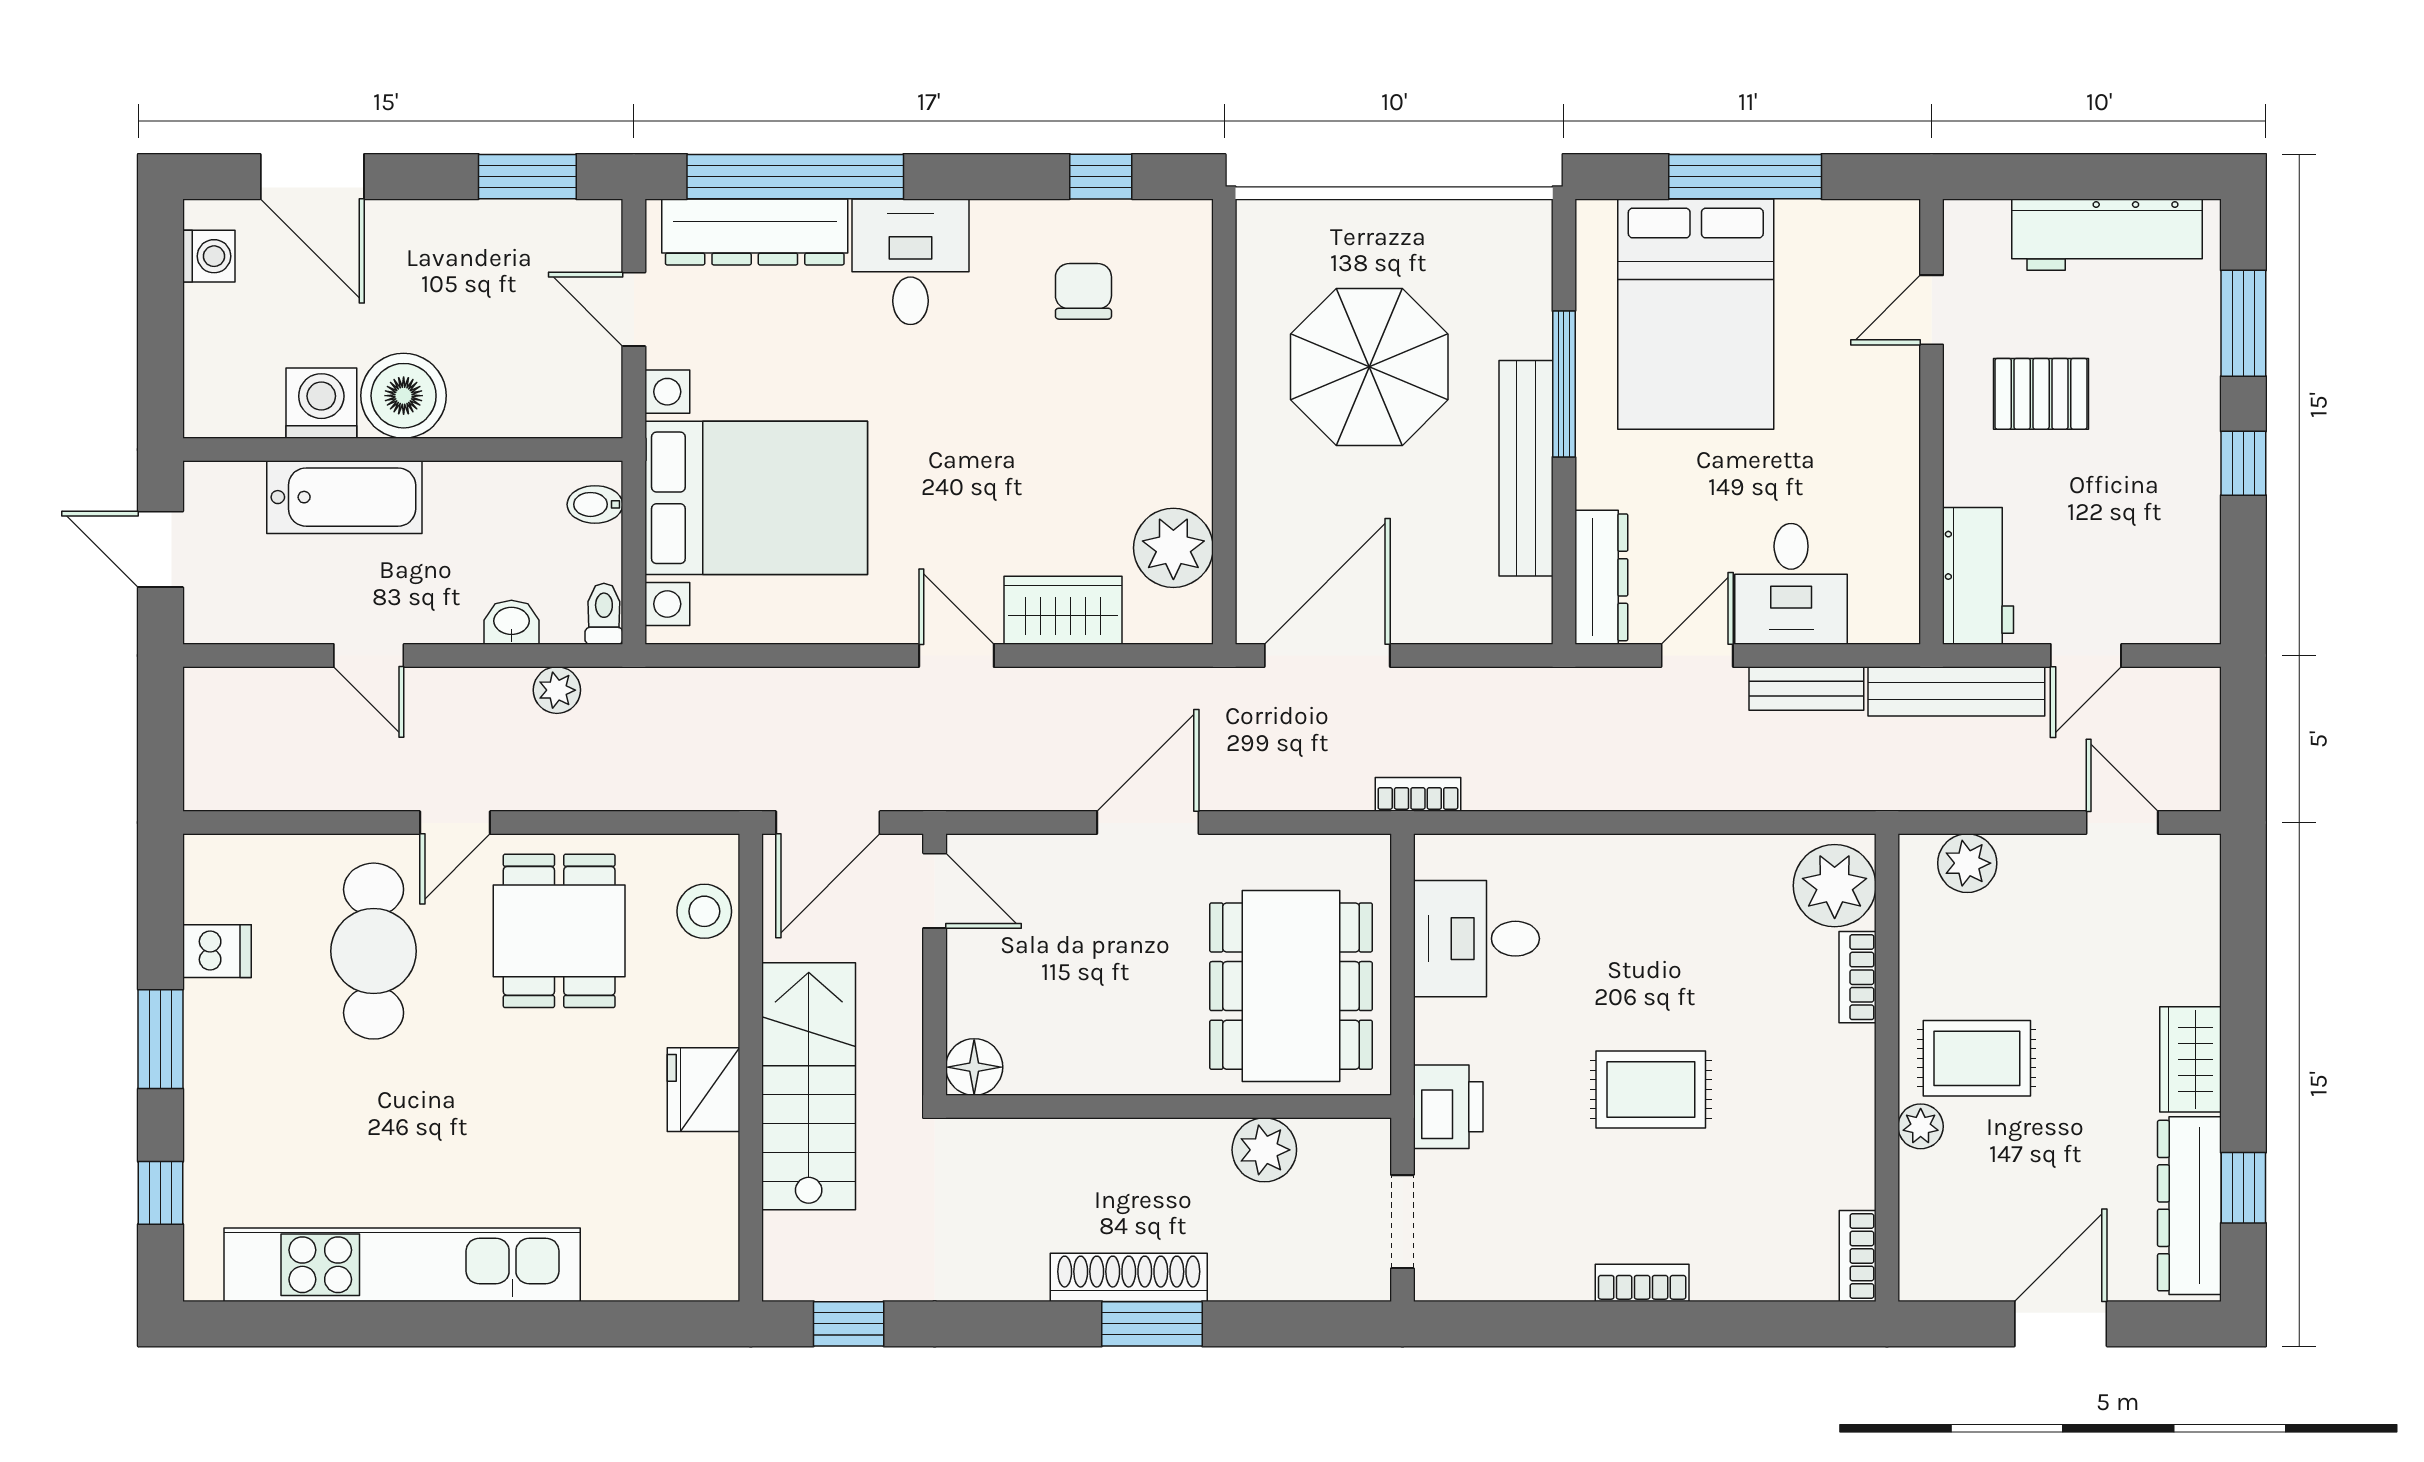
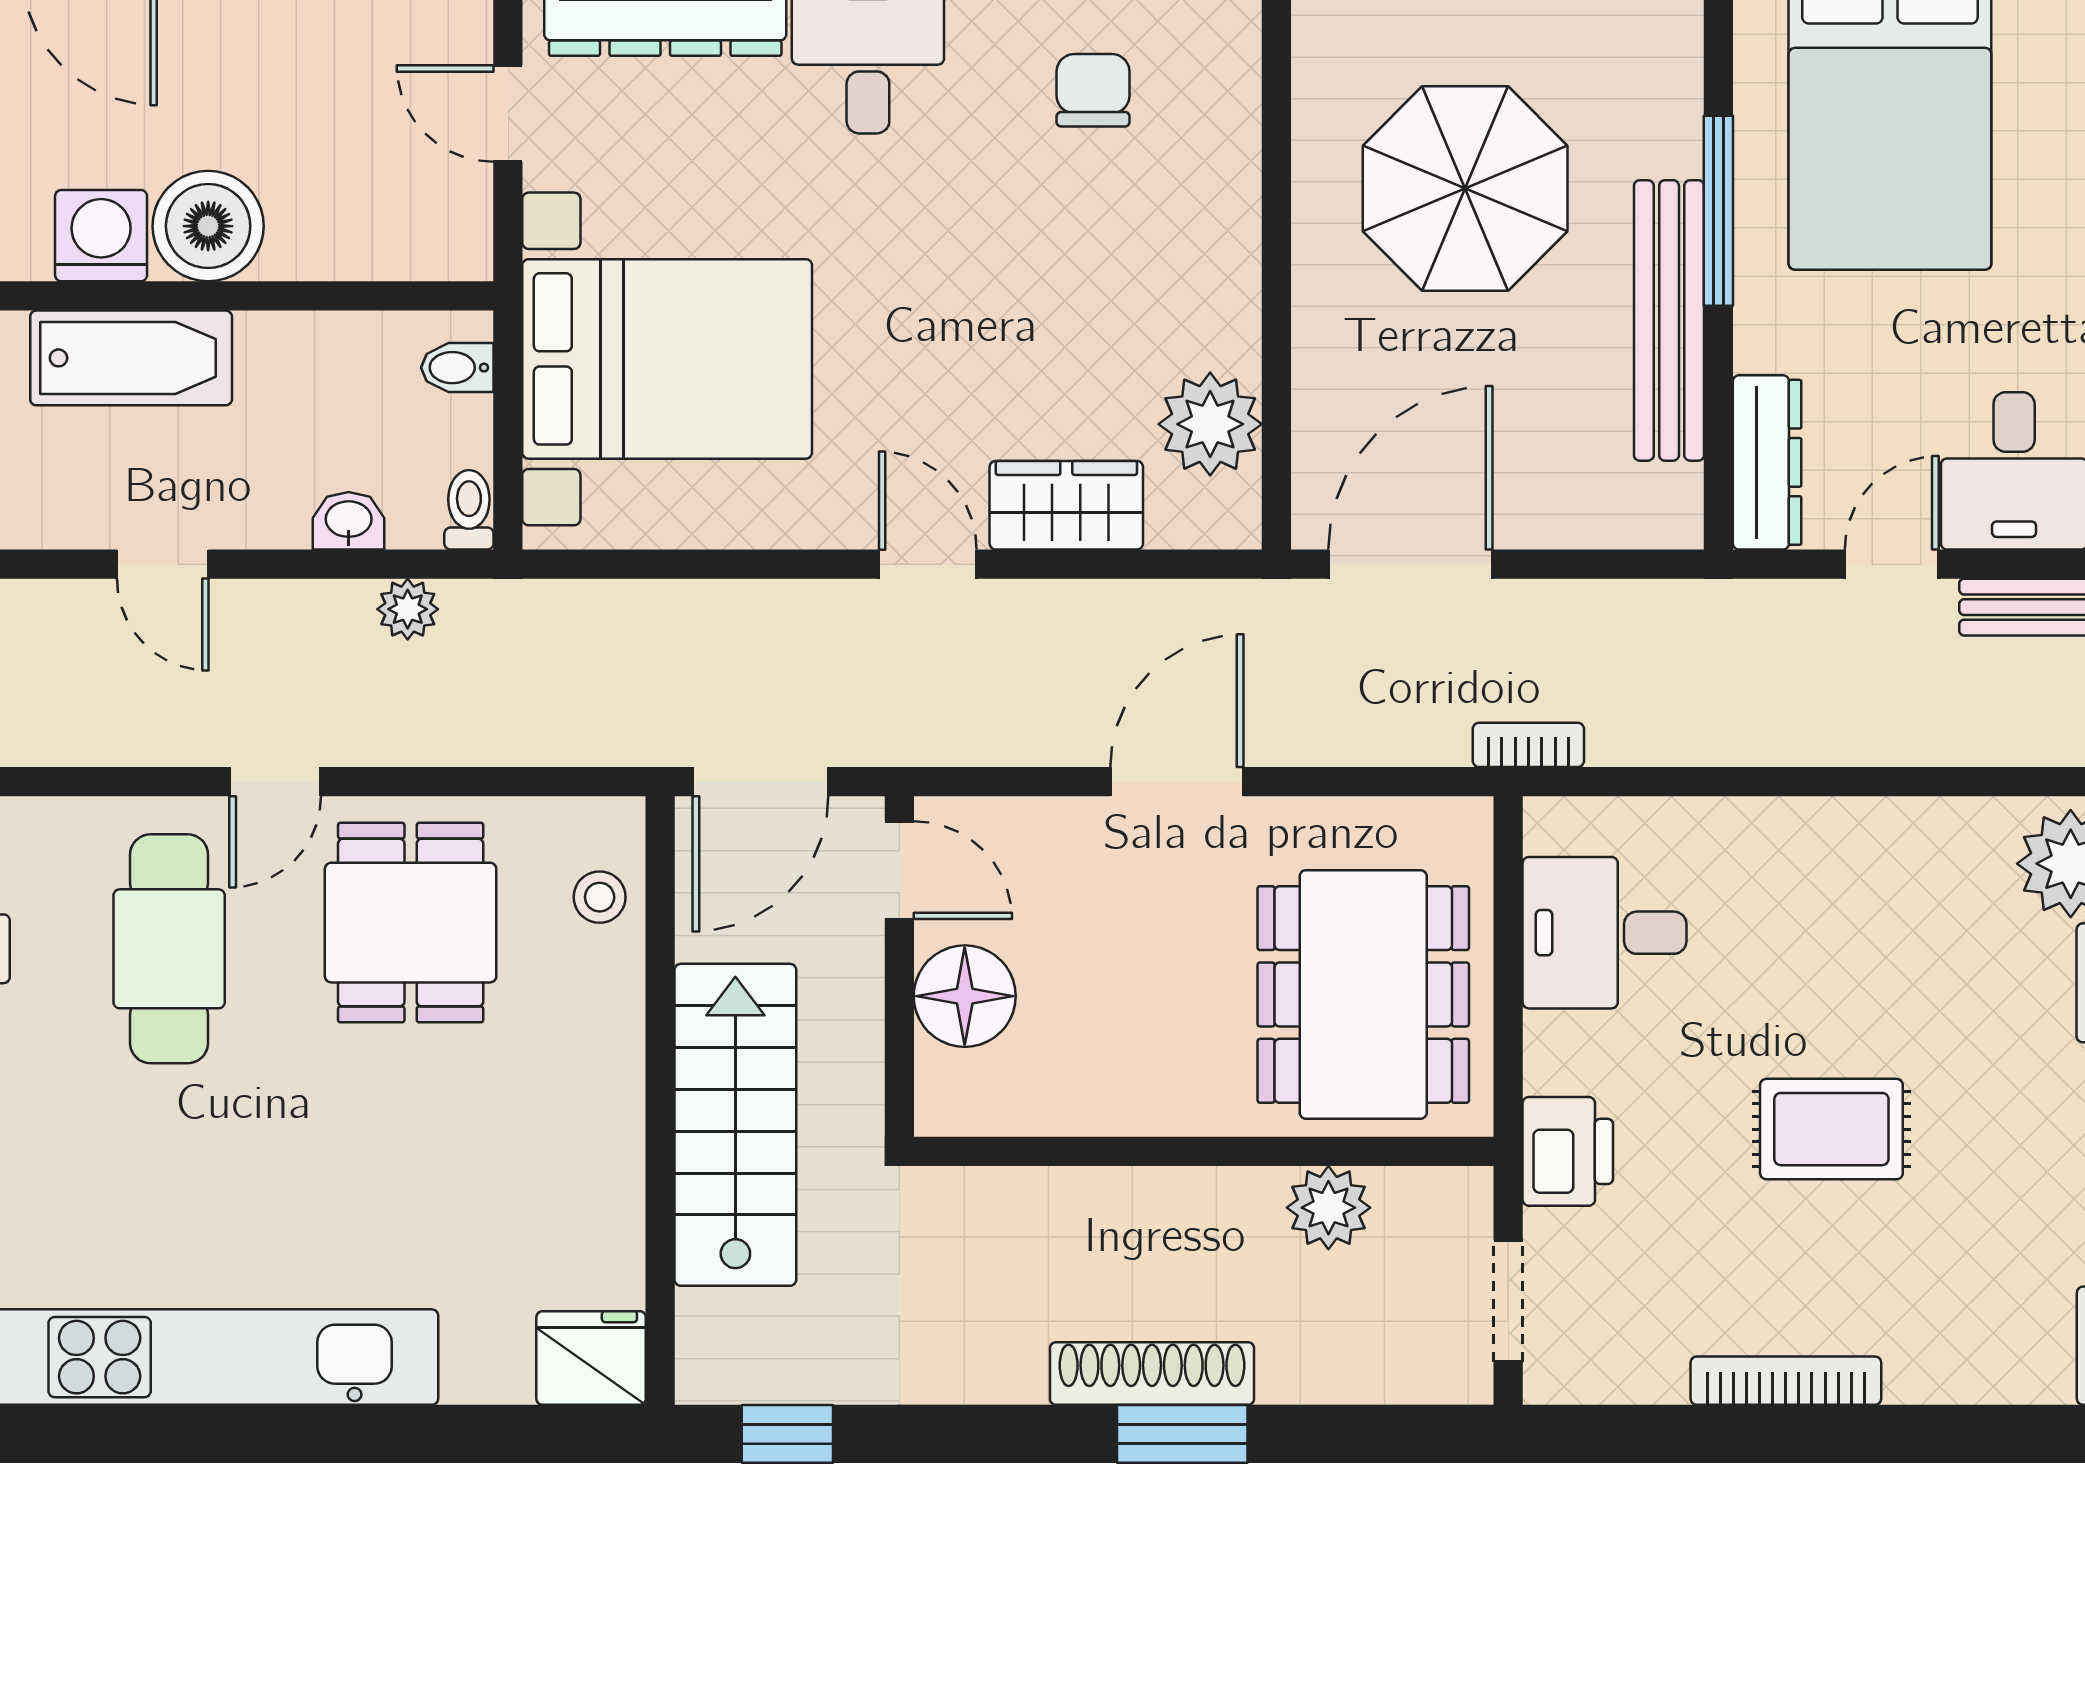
stool: (704, 911) -> (600, 897), width x0.73, depth x0.73
floor lamp: (974, 1067) -> (965, 996), moved, width x1.38, depth x1.38
fridge: (704, 1090) -> (591, 1358), moved, turned 90
bookcase: (1642, 1283) -> (1786, 1381), width x1.56

